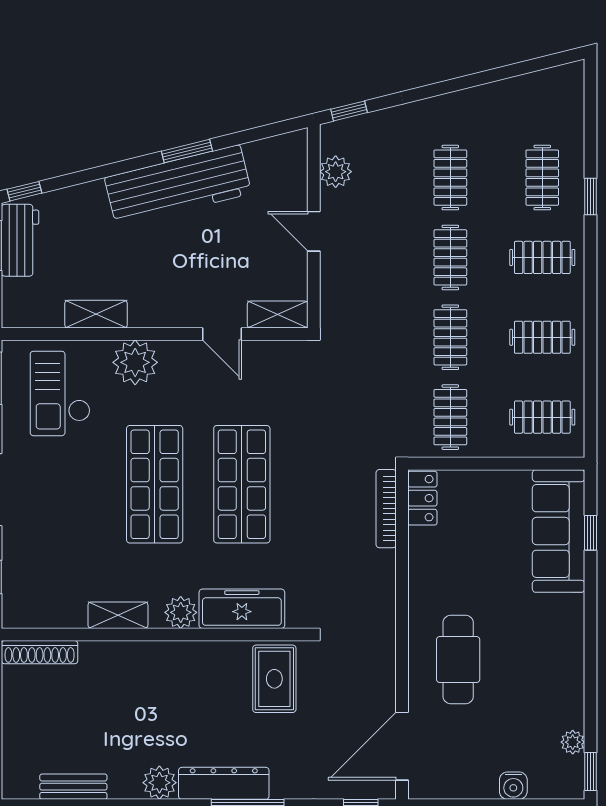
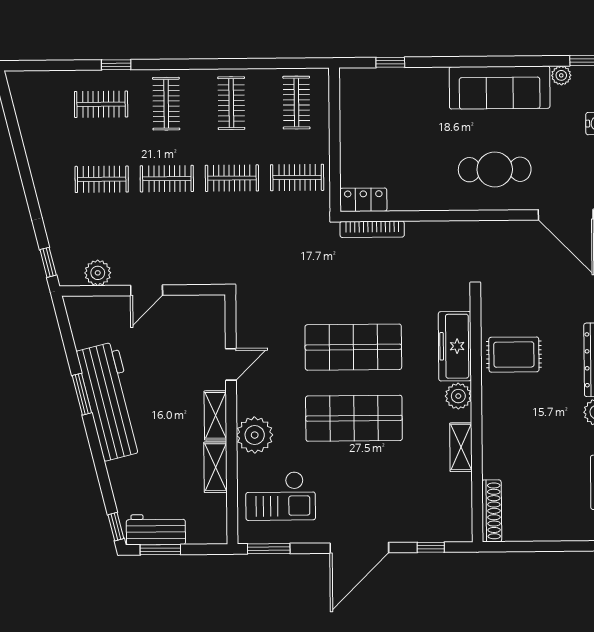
shelving: (278, 315) -> (215, 415), moved
sofa: (559, 531) -> (500, 87), moved
rug: (274, 679) -> (514, 355), moved

